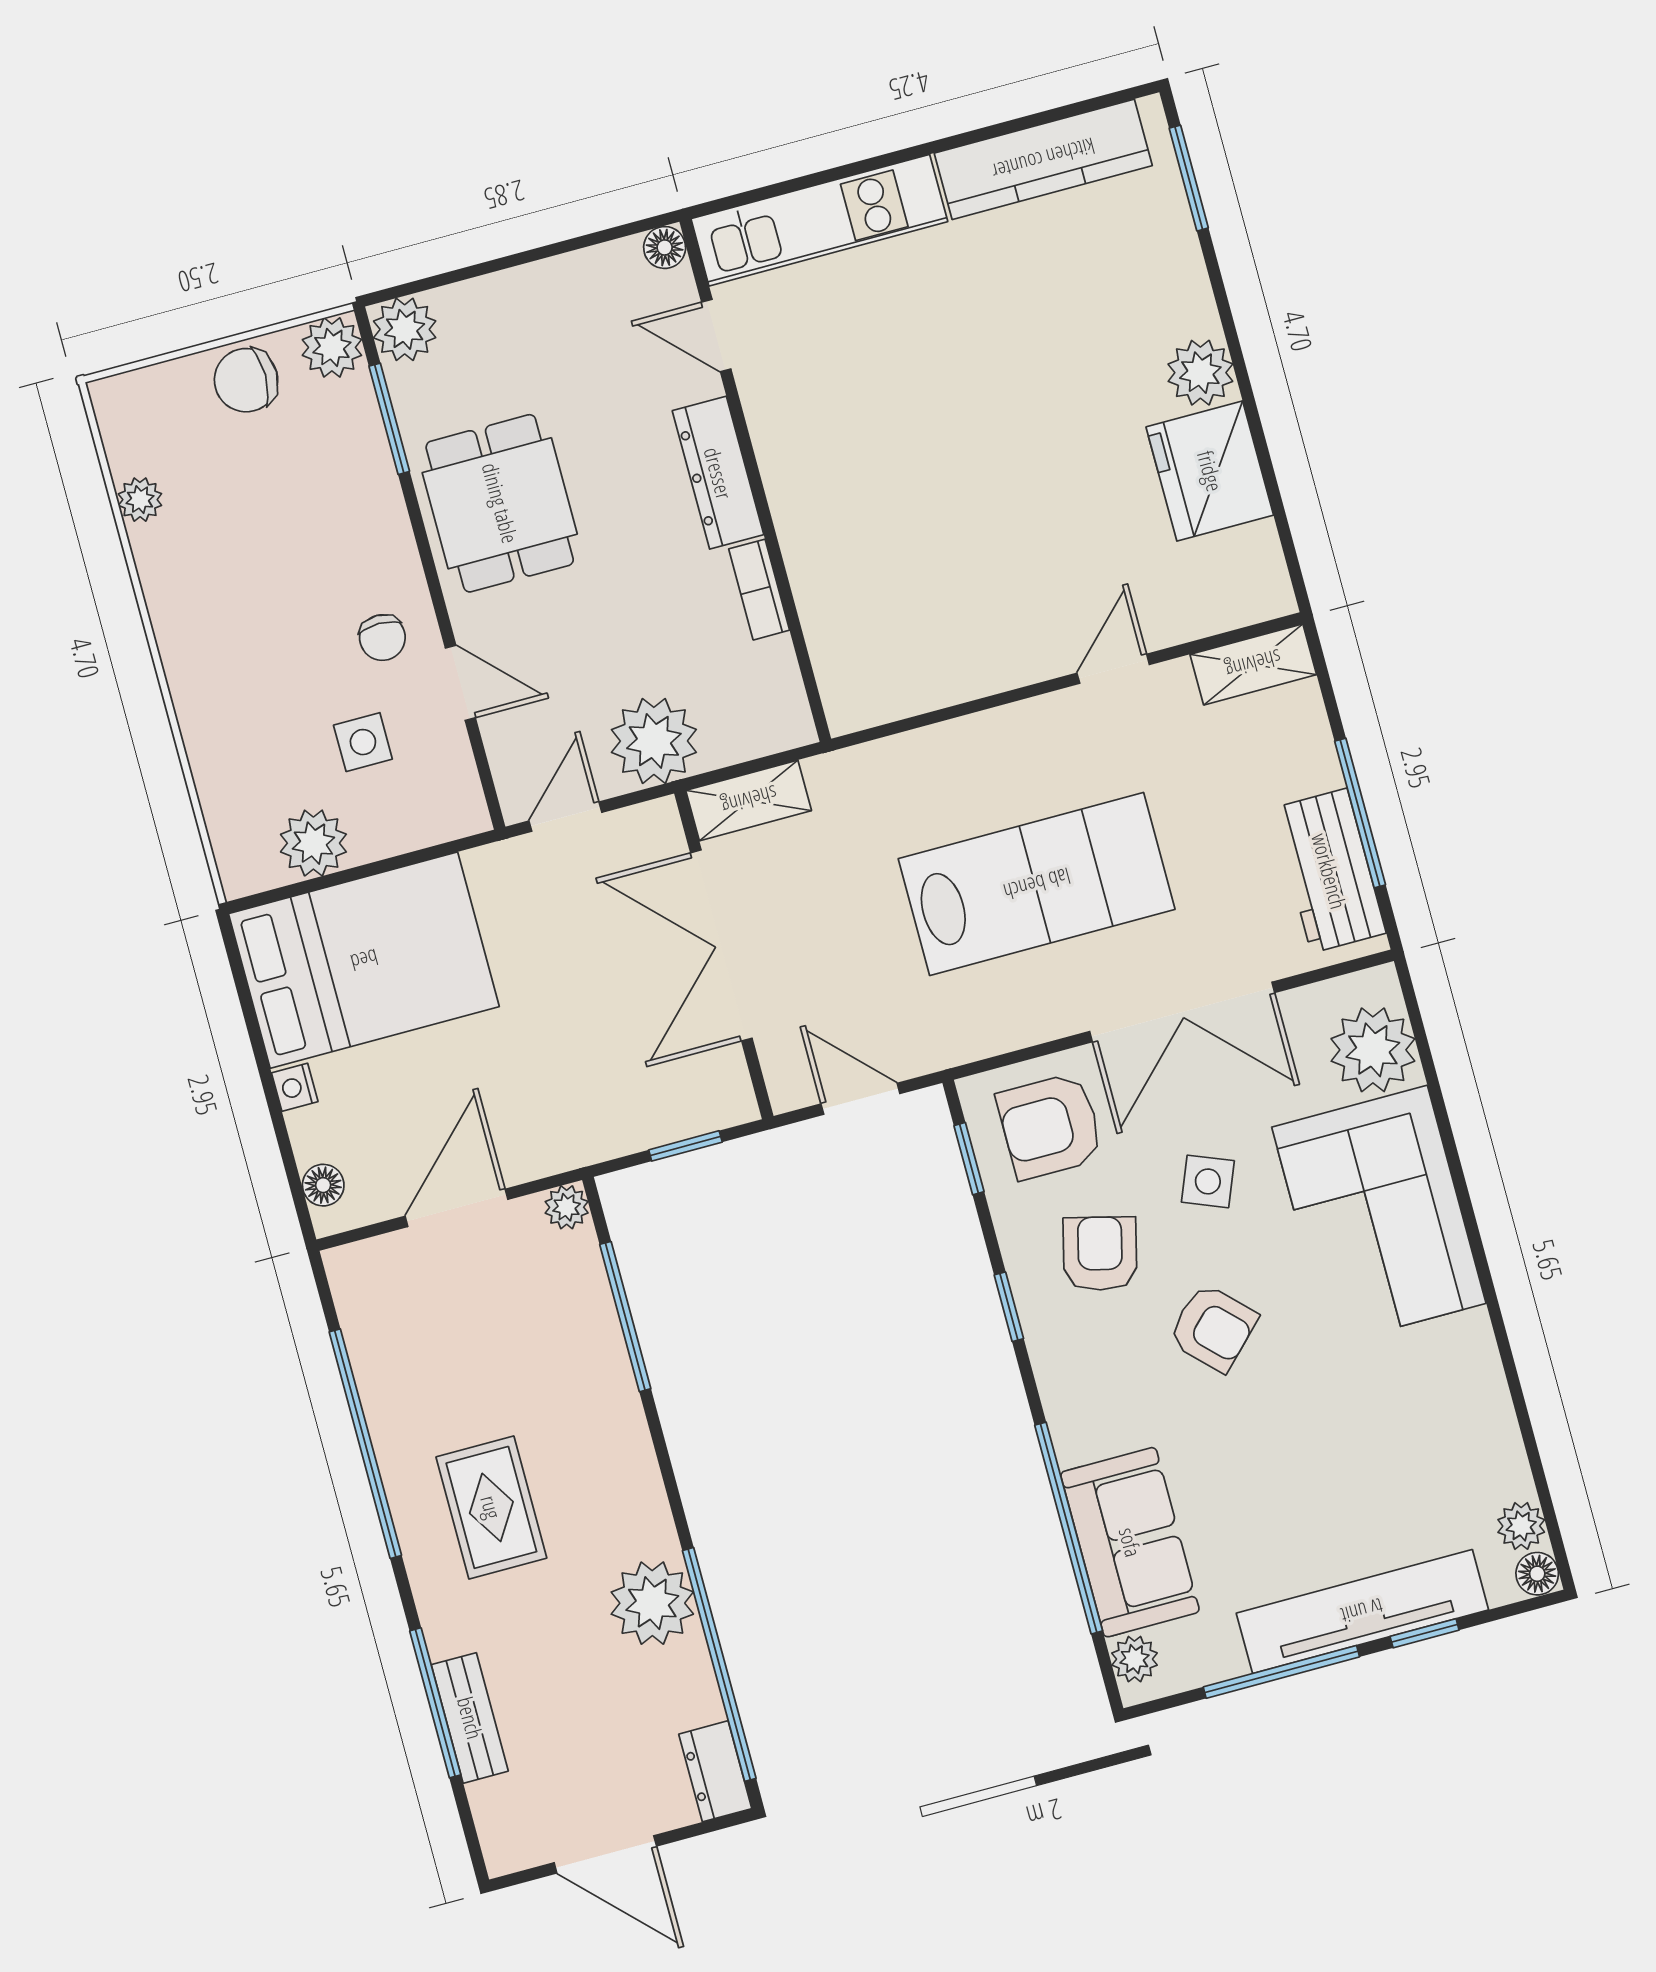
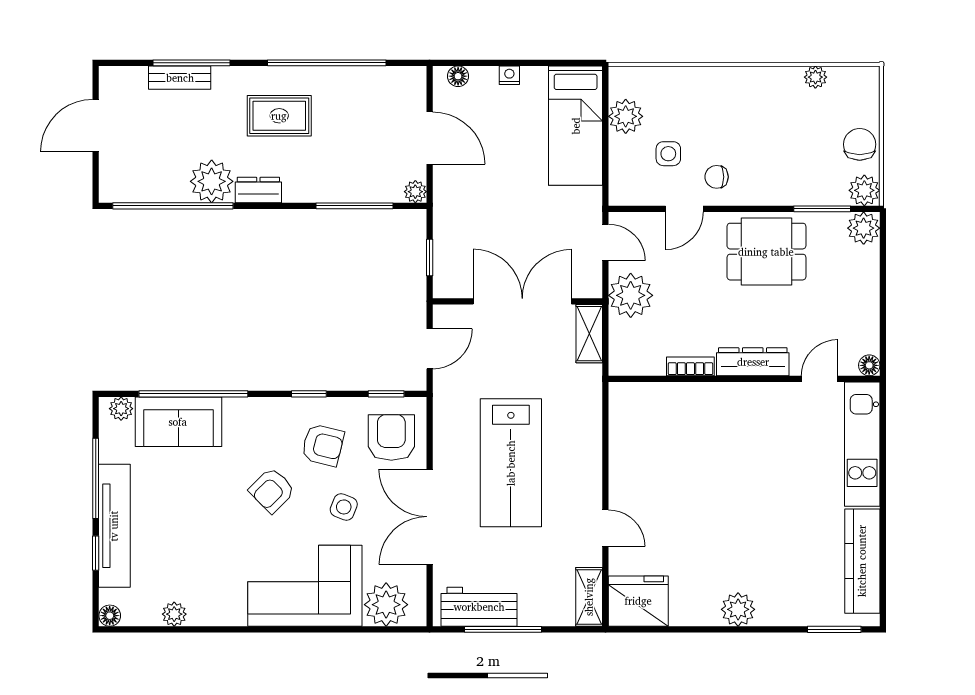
fridge: (1210, 471) -> (638, 601), moved
bed: (364, 960) -> (576, 126), width x0.67
plant: (1521, 1526) -> (174, 614), moved
dresser: (715, 1771) -> (258, 190), moved

